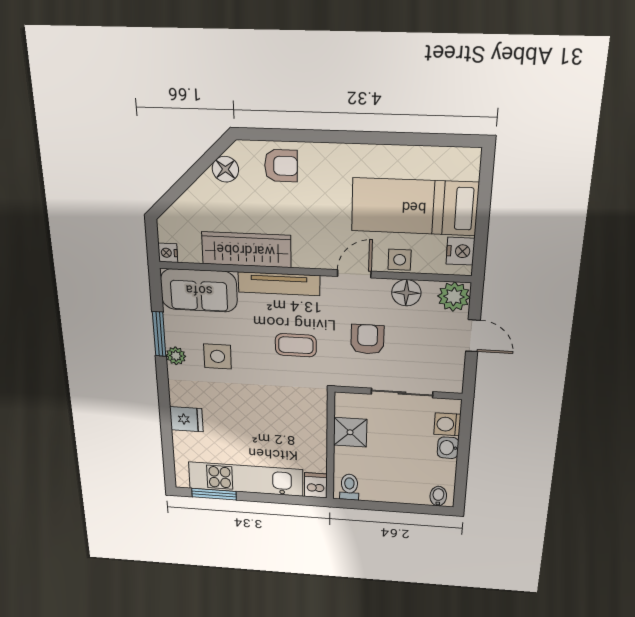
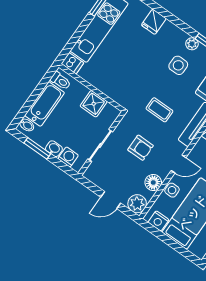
door: (354, 274) -> (179, 164), hinge flipped
coffee table: (296, 345) -> (159, 110), turned 90
window: (462, 468) -> (37, 148), added
bathtub: (394, 490) -> (45, 104), added

